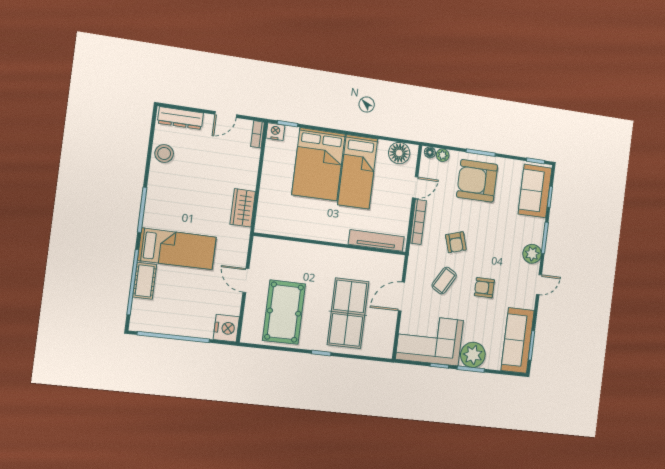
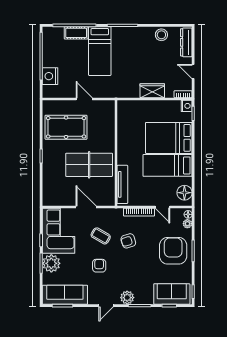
wardrobe: (243, 208) -> (152, 91), moved
door: (246, 280) -> (84, 99), hinge flipped
door: (539, 285) -> (106, 306), hinge flipped
table tennis table: (348, 313) -> (89, 165), moved
nightstand: (226, 328) -> (50, 76), moved, turned 90

